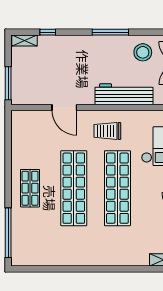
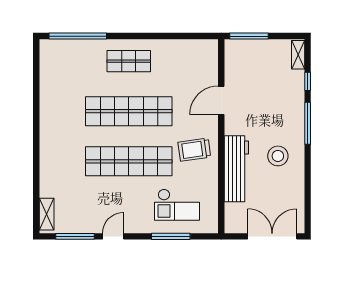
window: (110, 32) -> (308, 123), moved
stool: (143, 52) -> (278, 156), moved
trolley: (107, 131) -> (194, 150), turned -98

